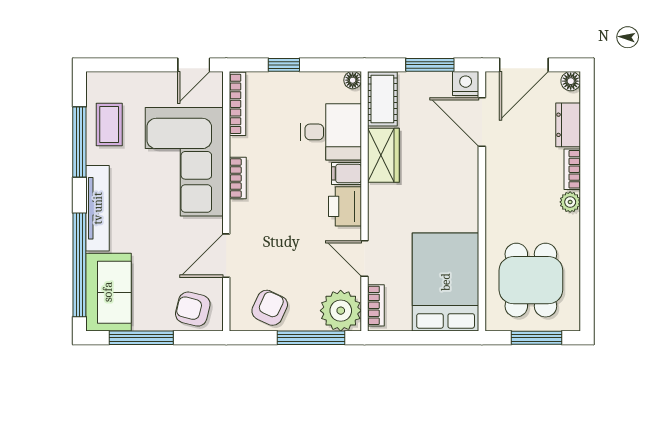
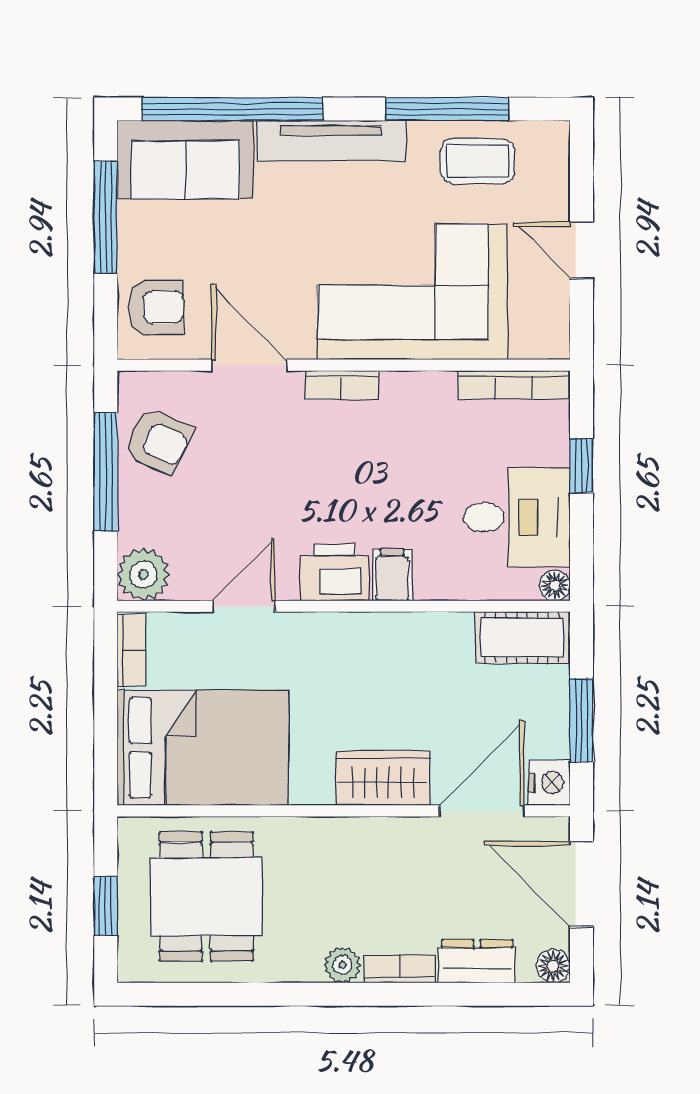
door: (194, 65) -> (581, 250), moved
desk: (331, 132) -> (517, 517), moved, turned -90
wardrobe: (383, 155) -> (383, 778), moved, turned 180
bookcase: (238, 178) -> (342, 385), moved
dining table: (531, 280) -> (206, 896), turned 90
bookcase: (376, 305) -> (132, 650), moved, turned -90
armchair: (193, 309) -> (156, 307), turned 76
plant: (341, 311) -> (143, 574), width x0.73, depth x0.73
window: (311, 338) -> (106, 472), moved
window: (536, 338) -> (106, 906), width x0.67

